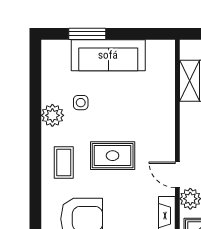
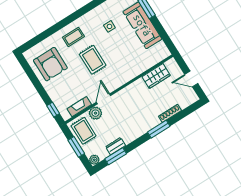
plant: (52, 115) -> (94, 16), removed

